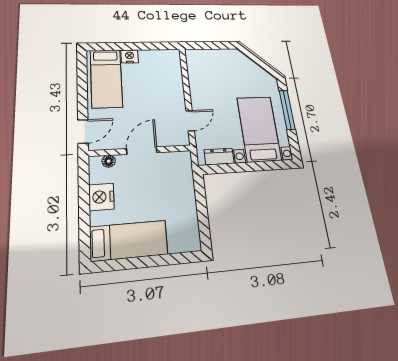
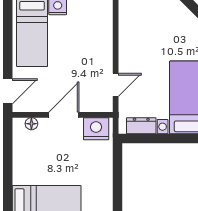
nightstand: (101, 197) -> (96, 129), moved, turned 90

